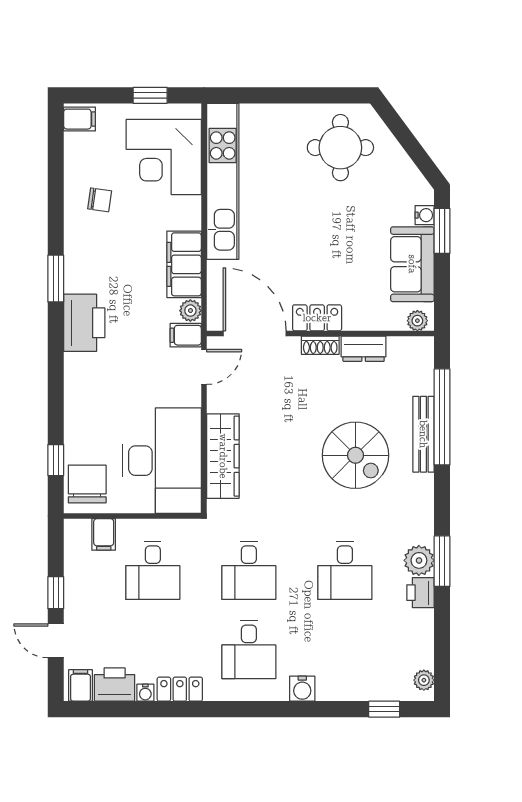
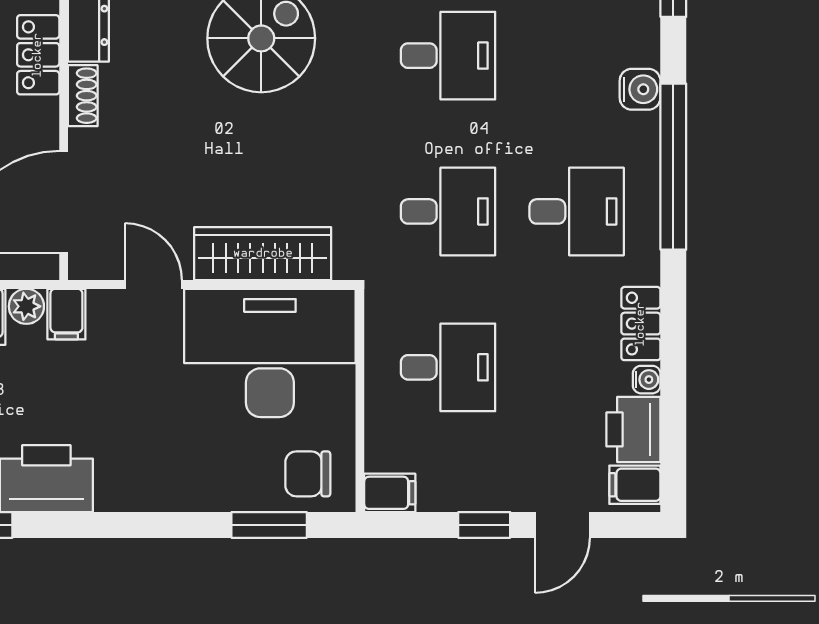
locker: (317, 318) -> (38, 55), moved
door: (204, 367) -> (153, 284), moved
window: (56, 460) -> (269, 525), width x1.50
chair: (87, 484) -> (308, 474), width x0.73, depth x0.73
filing cabinet: (104, 534) -> (390, 493), moved
water cooler: (302, 689) -> (640, 89), moved
window: (277, 709) -> (673, 167), added

